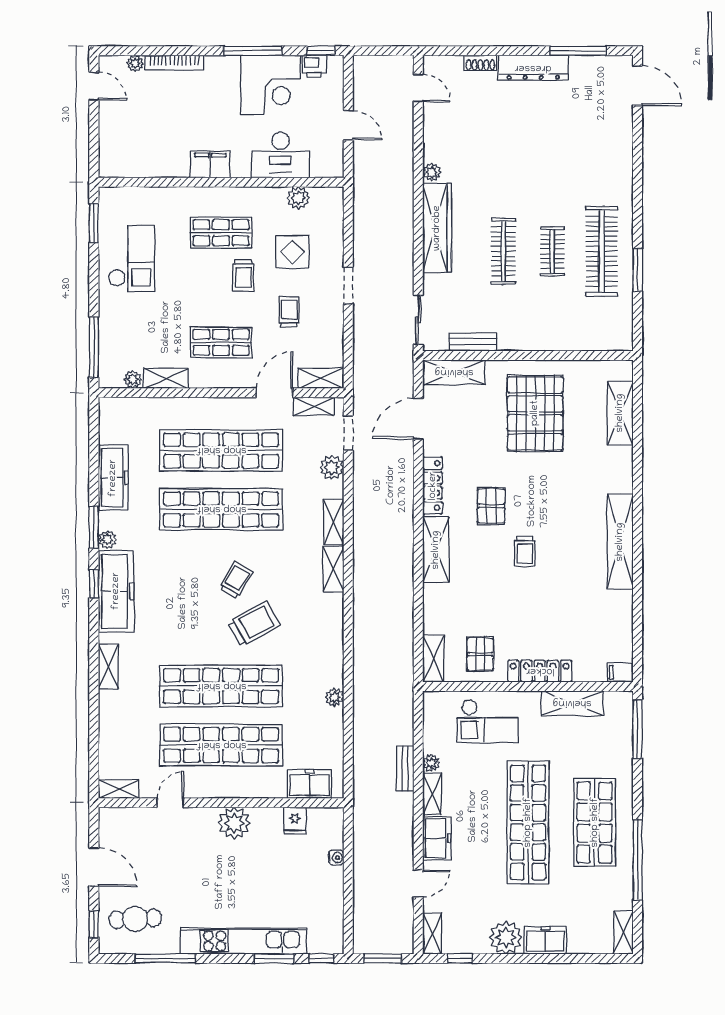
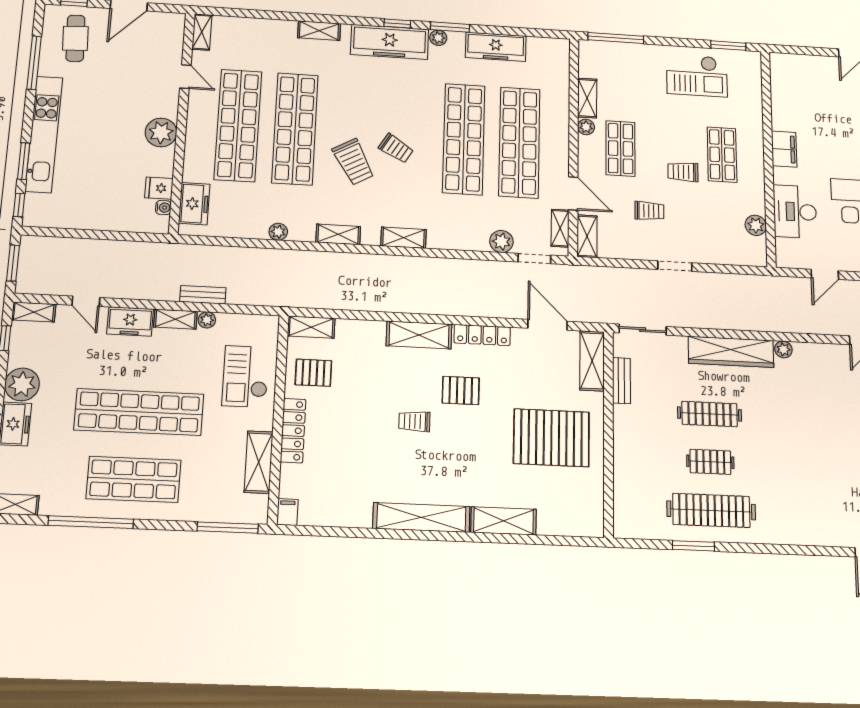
display table: (292, 252) -> (705, 217), removed
plant: (133, 379) -> (586, 127), moved
shelving: (620, 413) -> (504, 521), moved
shelving: (334, 522) -> (338, 234), moved
water cooler: (336, 858) -> (163, 208), moved, turned -90

